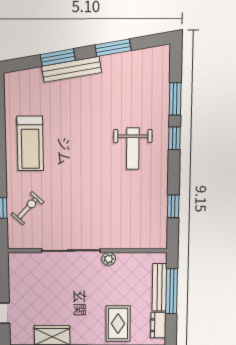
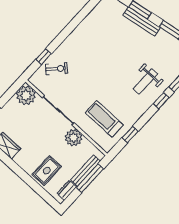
treadmill: (30, 143) -> (104, 119), moved, turned 90
weight bench: (133, 149) -> (145, 81), moved
plant: (109, 259) -> (73, 138), width x1.87, depth x1.87
plant: (22, 266) -> (26, 95), added

